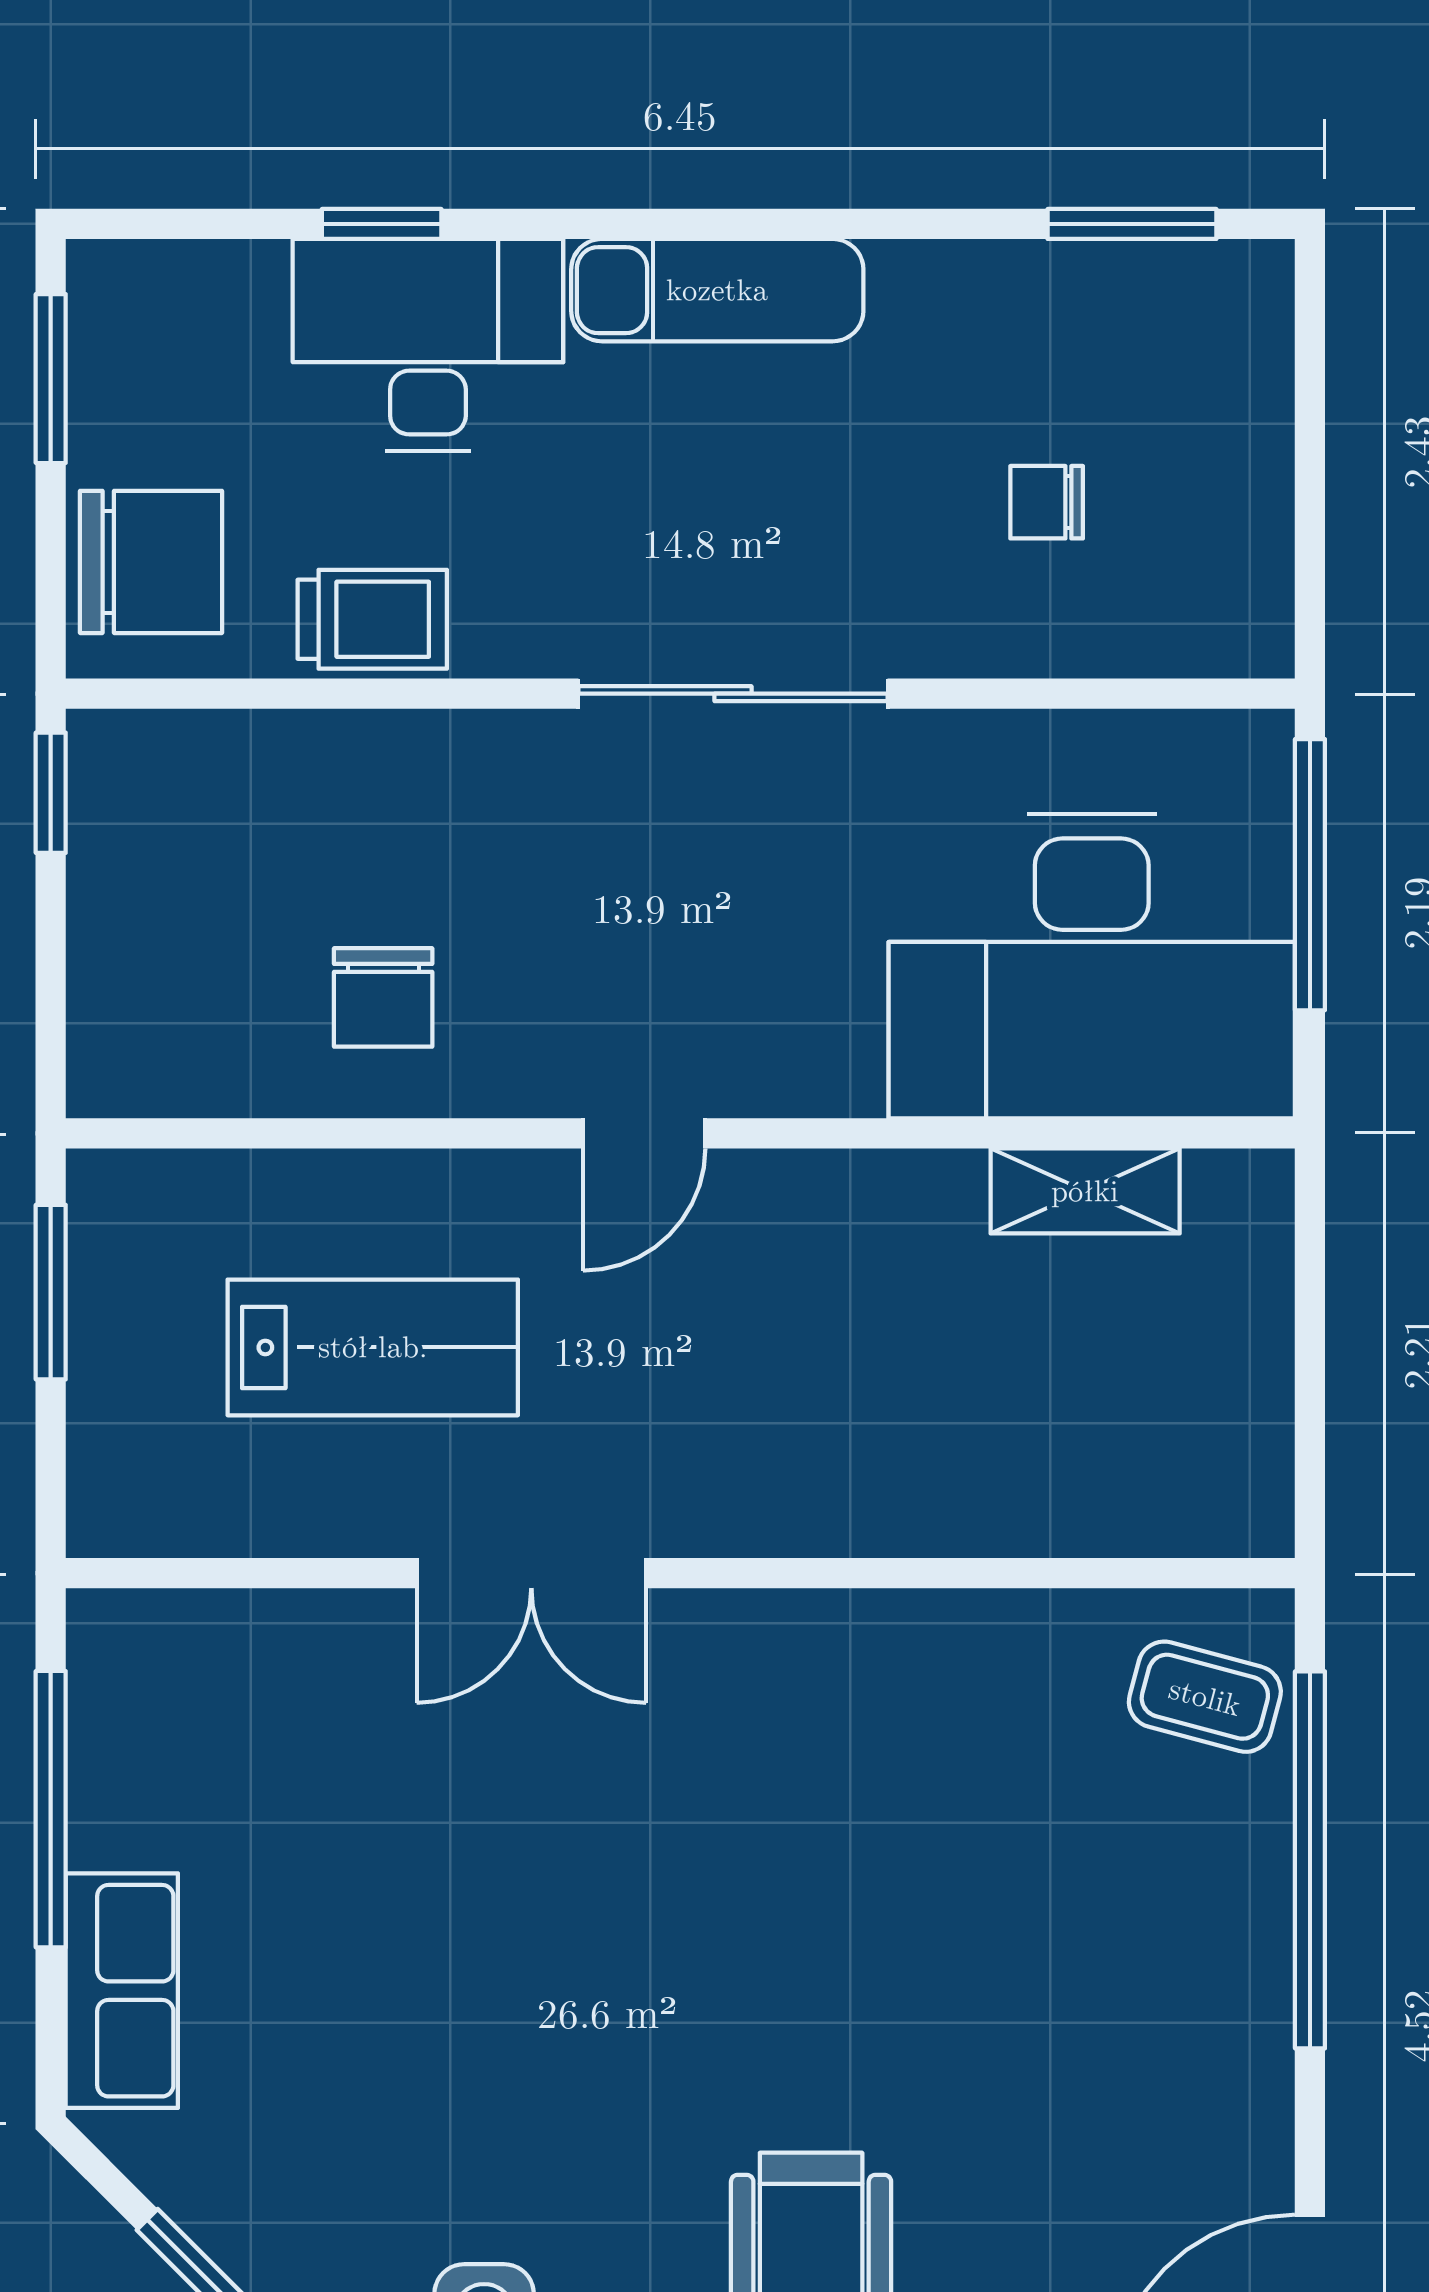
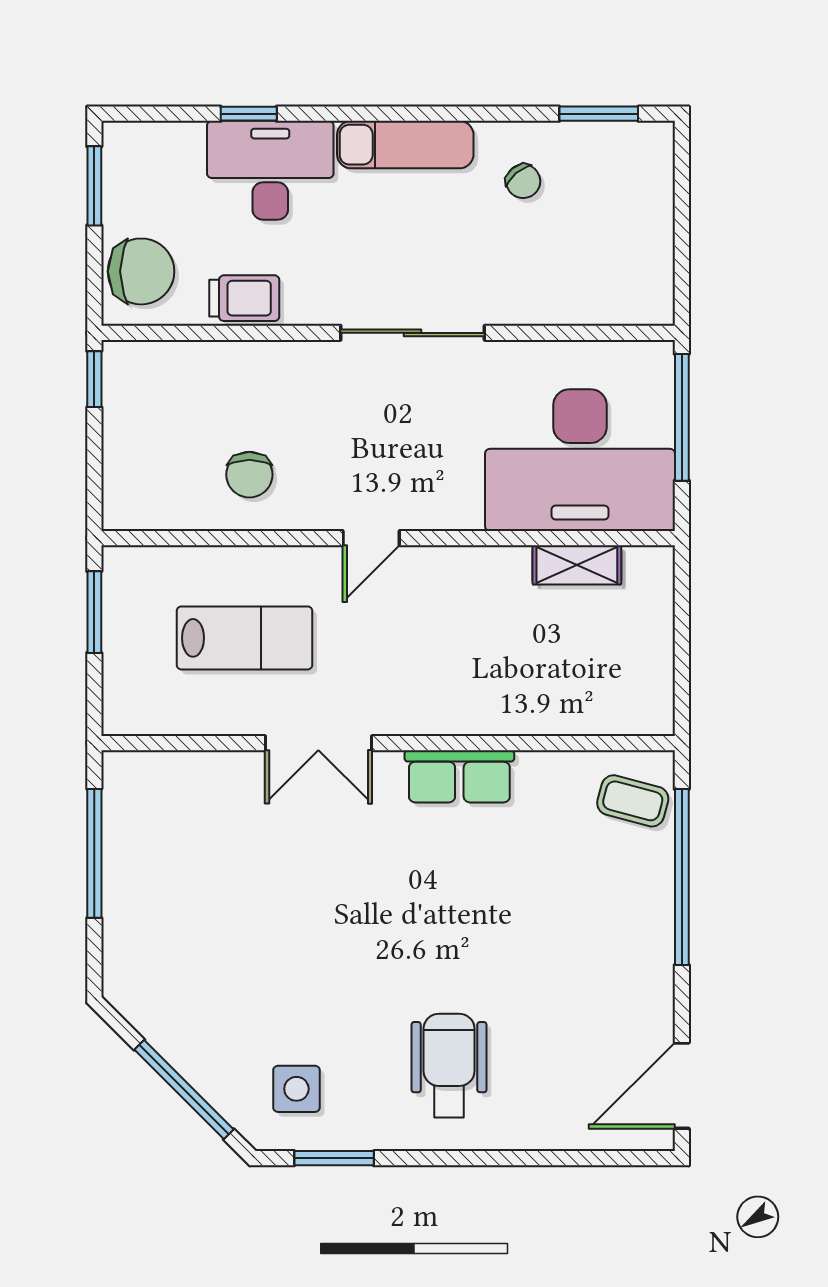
chair: (1047, 502) -> (523, 181), moved, turned -130
row of seats: (122, 1991) -> (459, 776), moved, turned 90

